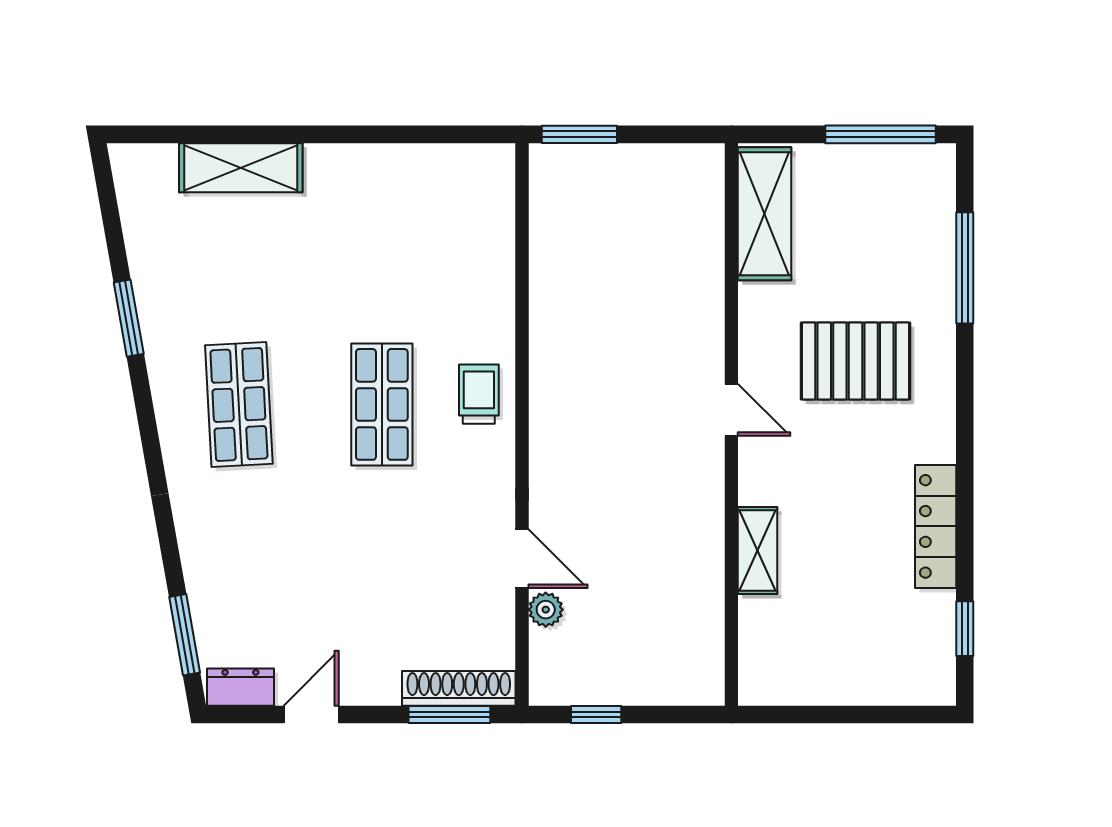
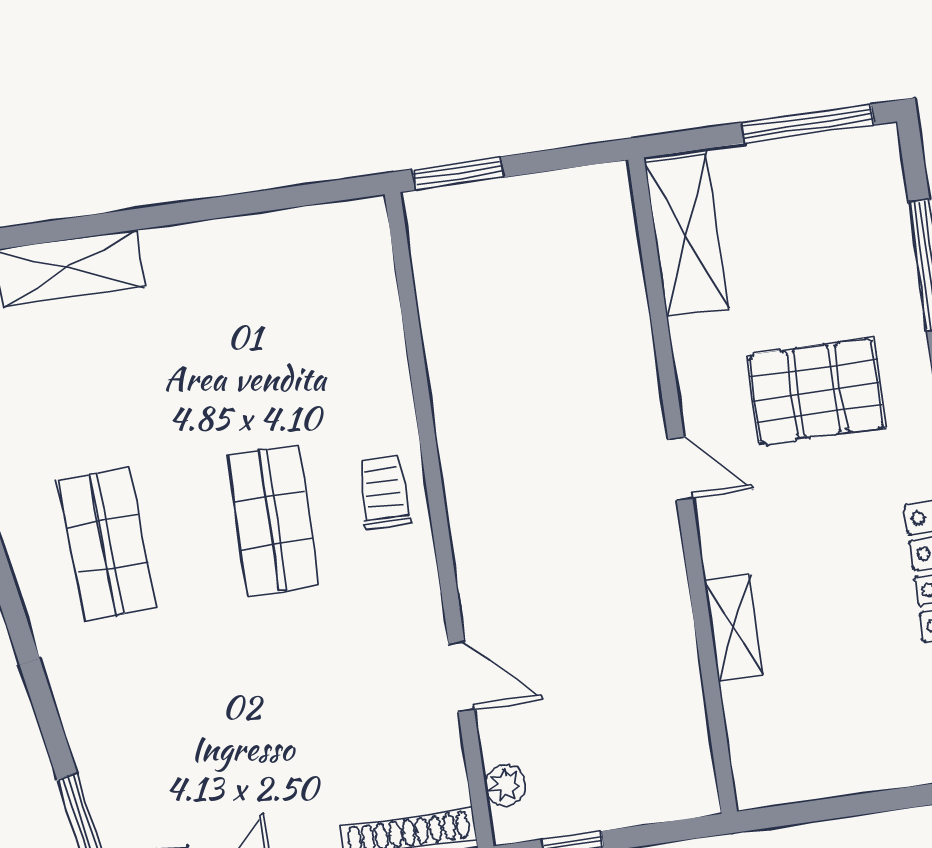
plant: (546, 610) -> (505, 785), moved

